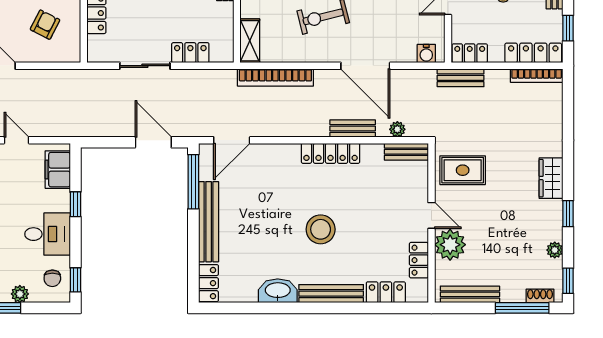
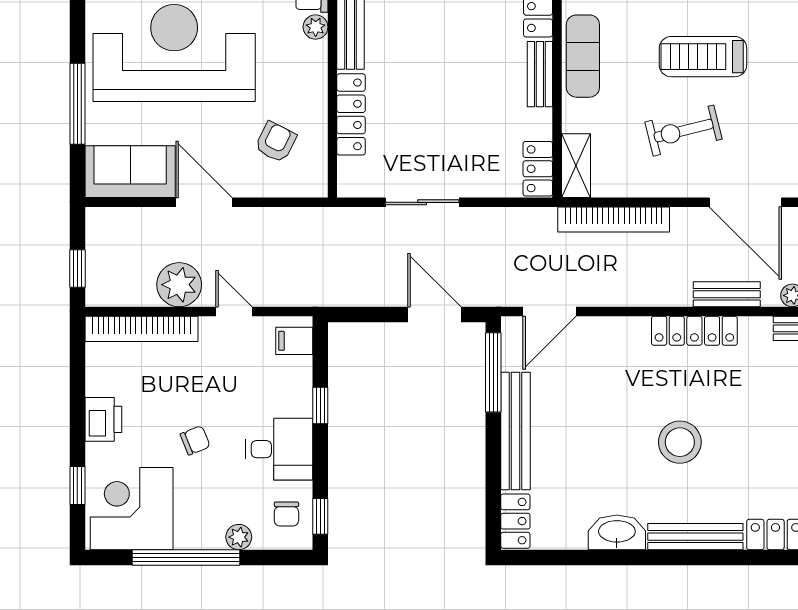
locker: (190, 53) -> (538, 169), moved, turned -90
filing cabinet: (58, 170) -> (294, 341), width x0.50

